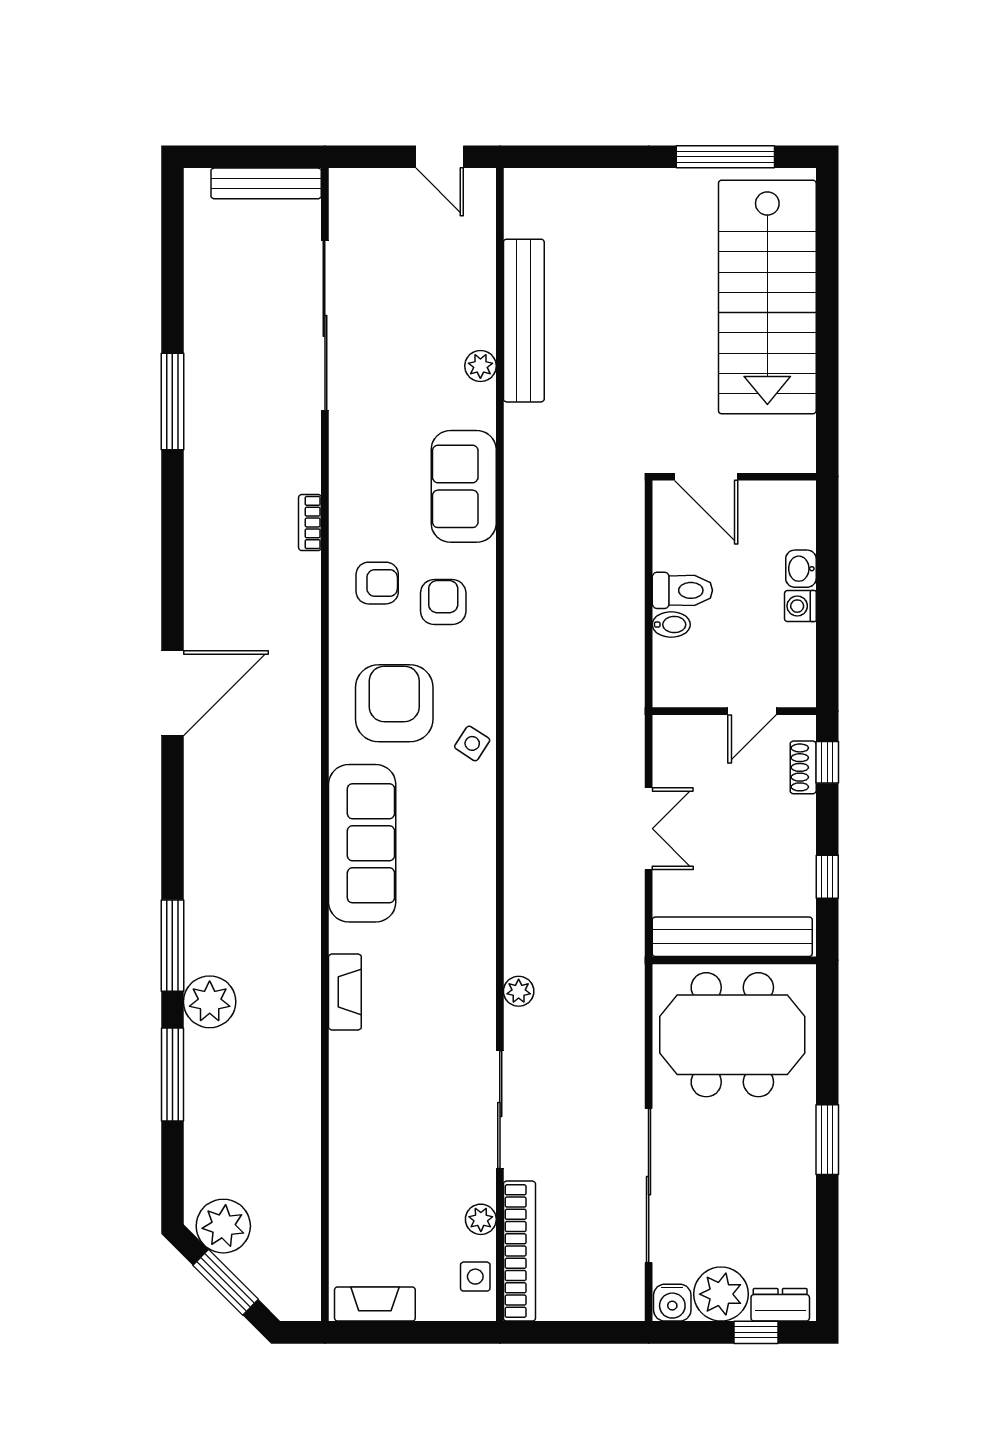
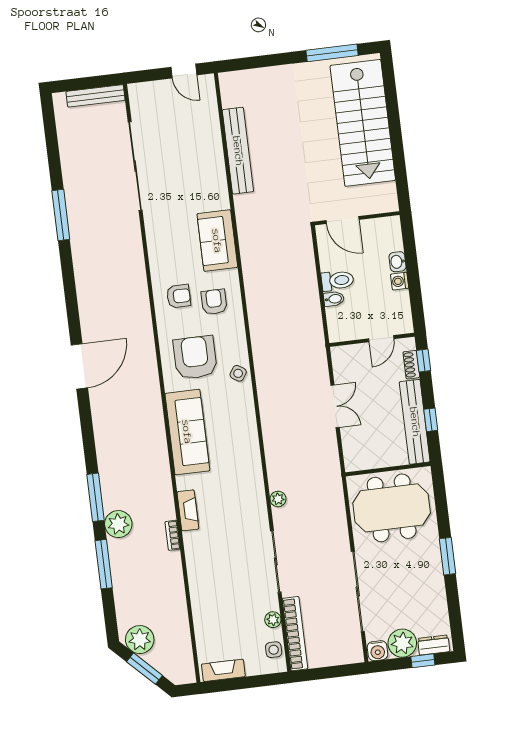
plant: (480, 366) -> (218, 177), removed
bookcase: (310, 523) -> (173, 535), moved
bench: (732, 937) -> (415, 422), moved, turned 90

